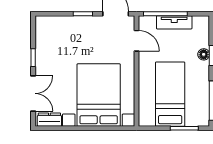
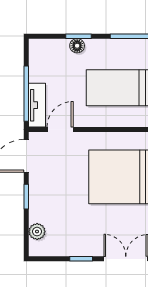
plant: (55, 22) -> (37, 232), added
tv unit: (174, 22) -> (37, 105), moved

